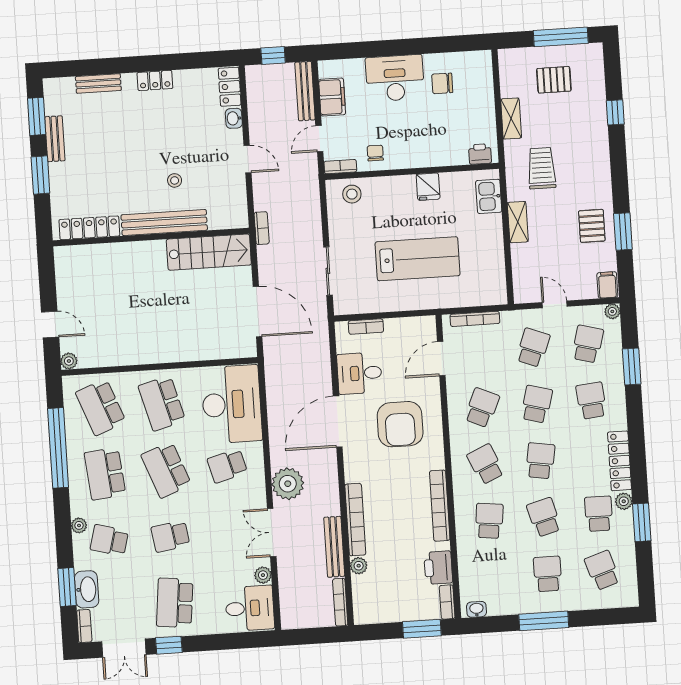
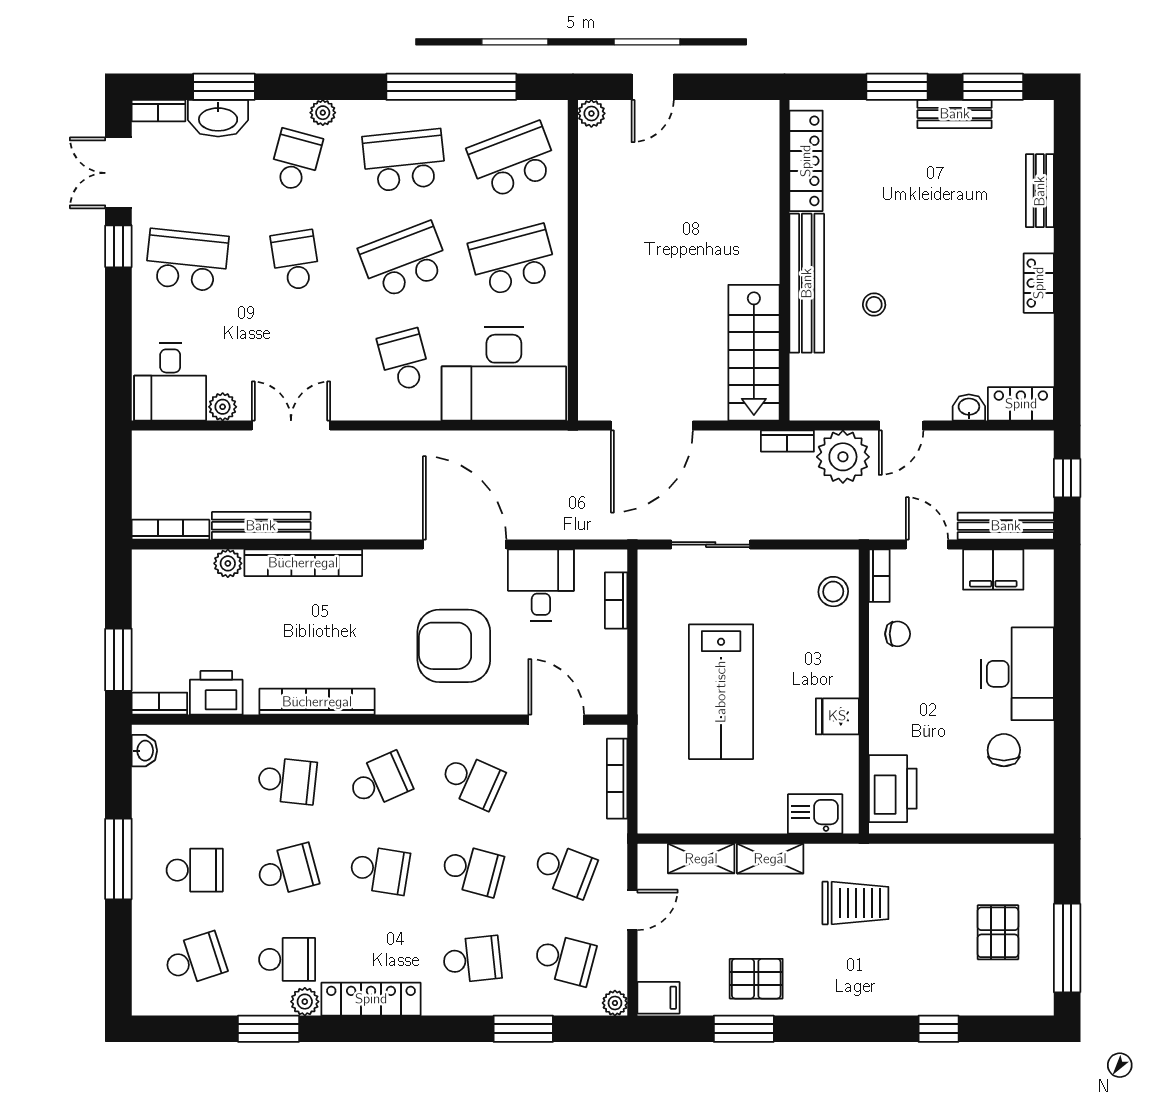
shelving: (511, 119) -> (701, 859), moved
printer: (480, 154) -> (893, 789), width x1.87, depth x1.48
plant: (288, 484) -> (843, 457), moved

